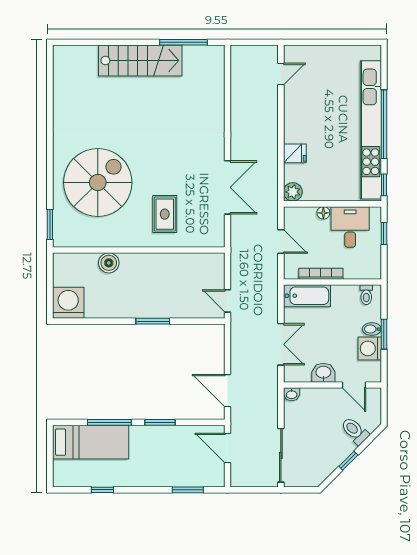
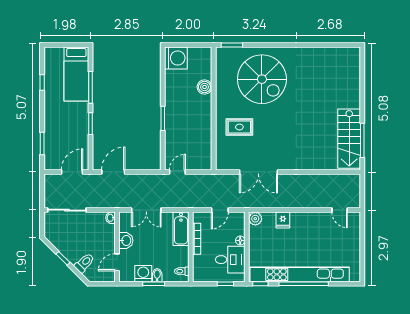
stairs: (140, 61) -> (349, 139), moved

